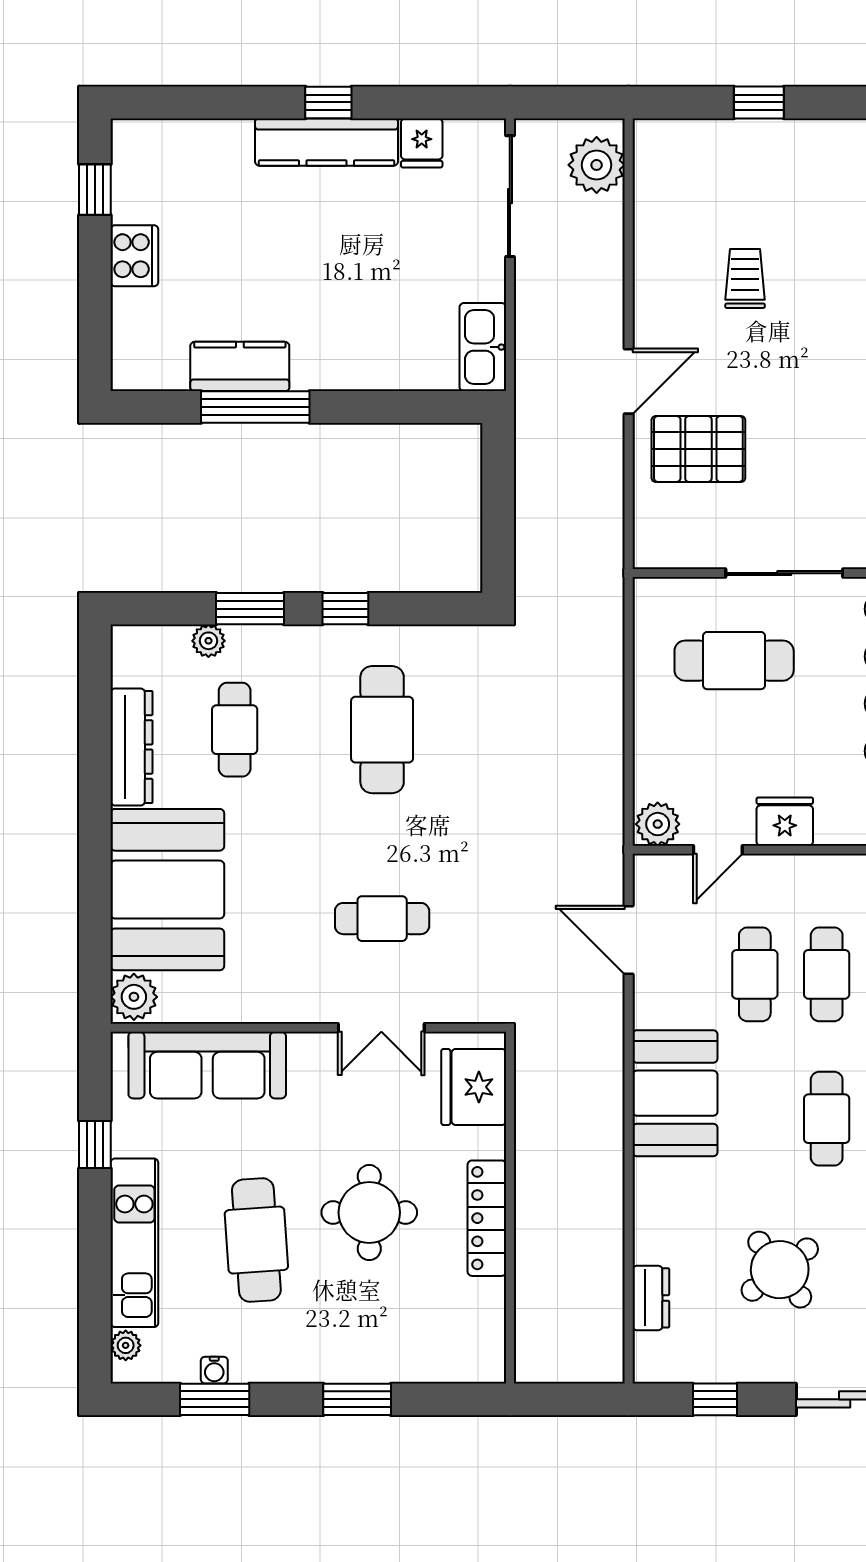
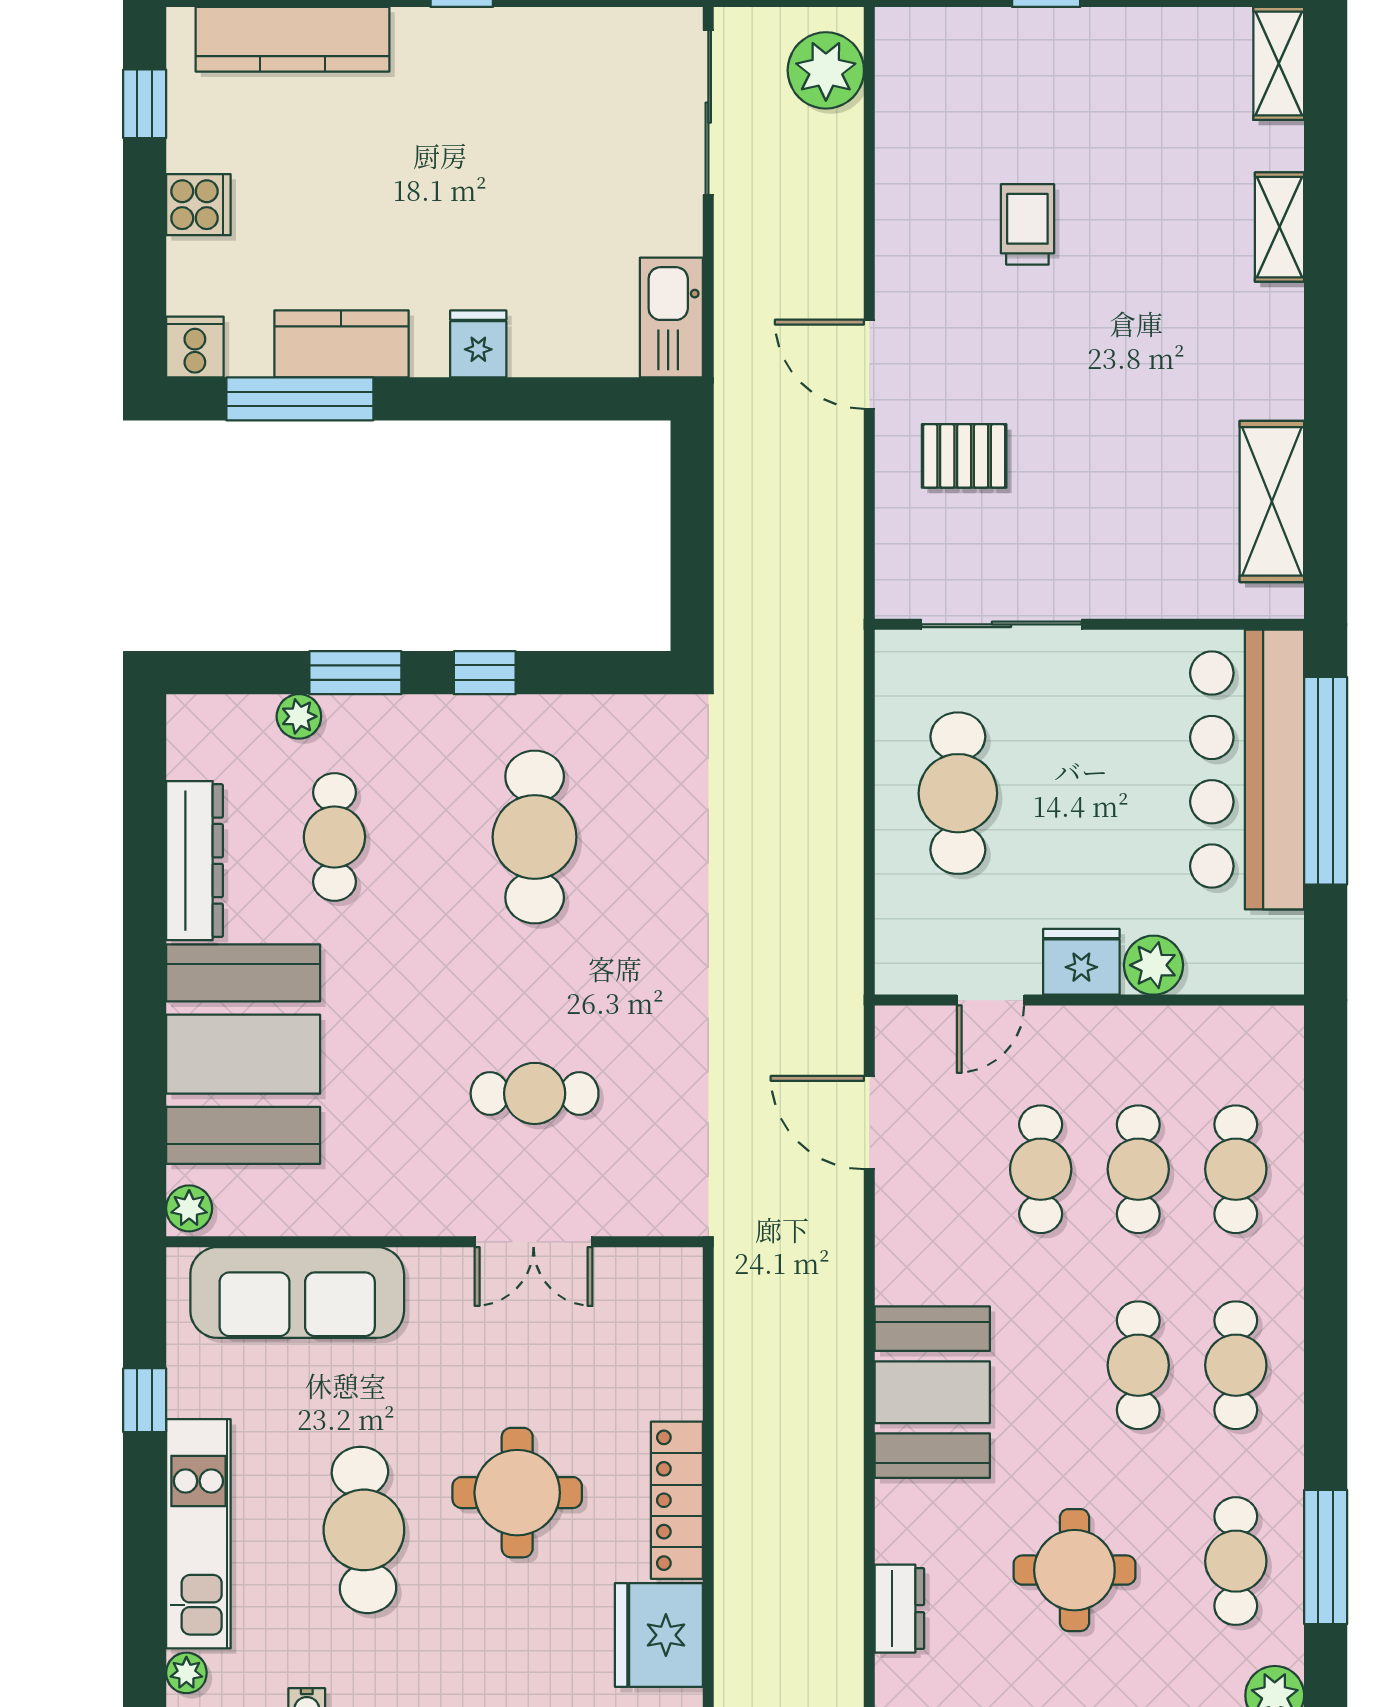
kitchen counter: (327, 142) -> (292, 39), moved
fridge: (422, 143) -> (478, 344), moved, turned 180
cooker: (134, 256) -> (198, 205), width x0.73
cooker: (132, 369) -> (195, 347), added
door: (629, 381) -> (869, 364), swing flipped
window: (255, 407) -> (300, 399), moved
pallet: (698, 449) -> (964, 456), width x0.67, depth x0.71
sliding door: (784, 573) -> (1001, 624), moved
cafe table: (734, 661) -> (958, 793), moved, turned 90
plant: (658, 824) -> (1153, 965), moved
plant: (134, 997) -> (189, 1208), width x0.73, depth x0.73
fridge: (474, 1087) -> (659, 1635), moved
booth: (675, 1093) -> (932, 1392), moved
round table: (780, 1270) -> (1074, 1570), turned 37

